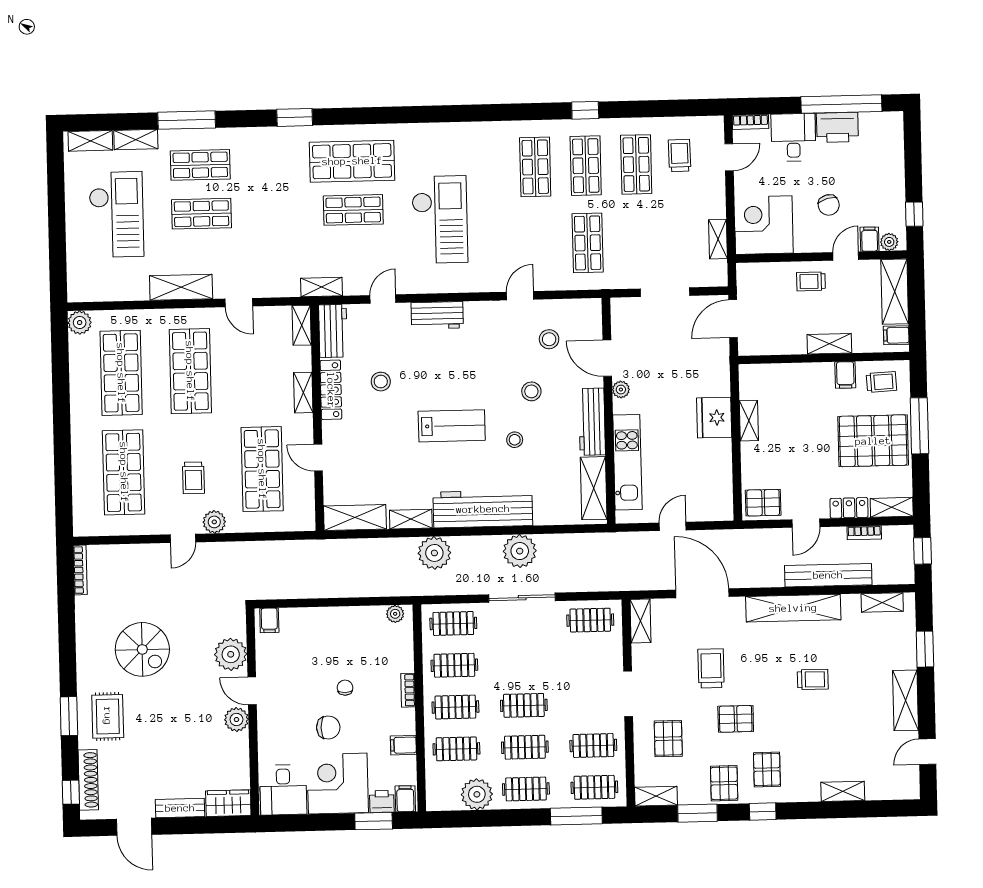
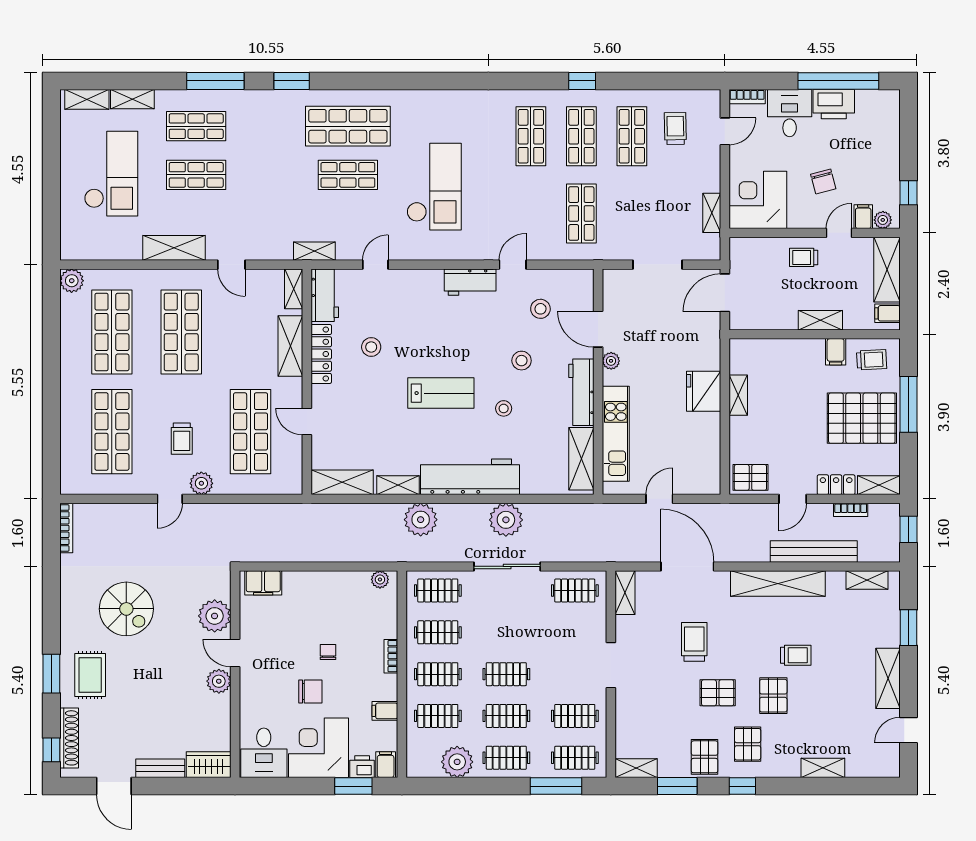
window: (187, 120) -> (215, 81), moved
workbench: (437, 315) -> (470, 282), moved
shelving: (303, 393) -> (290, 346), width x1.50, depth x1.33
filing cabinet: (269, 620) -> (263, 583), width x2.00
pallet: (668, 739) -> (773, 696), moved

